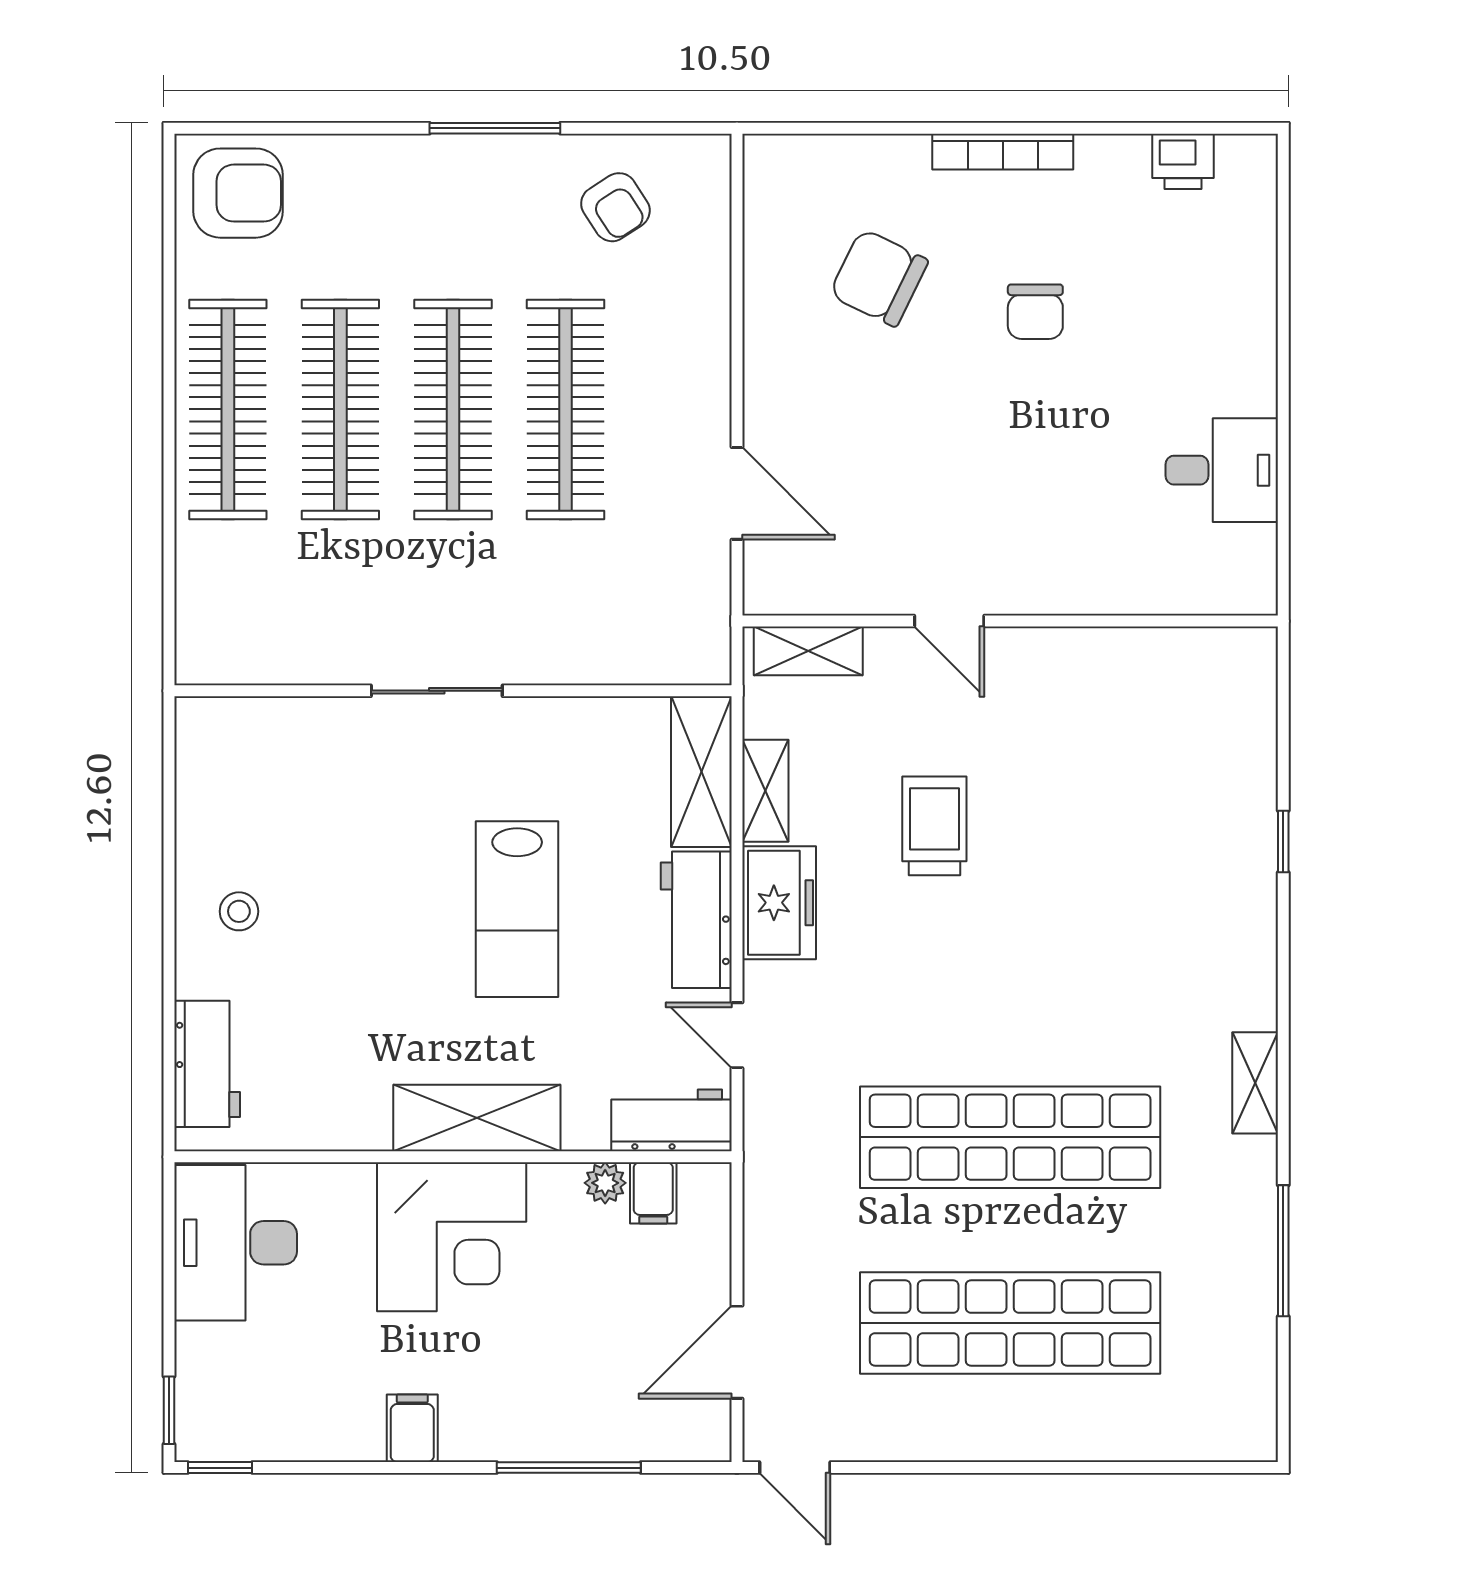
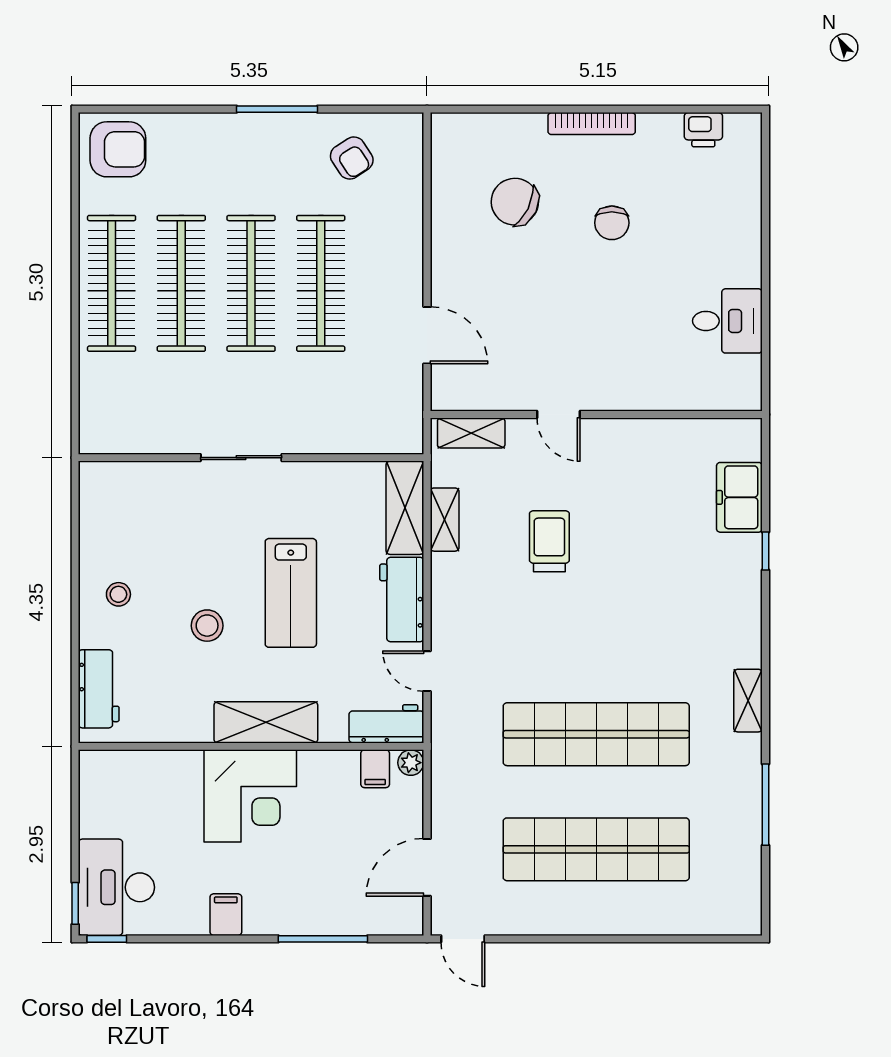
freezer: (779, 903) -> (739, 497), moved, turned 180
stool: (382, 962) -> (207, 626), added
plant: (605, 1183) -> (411, 763), moved
desk: (236, 1243) -> (116, 887), moved

